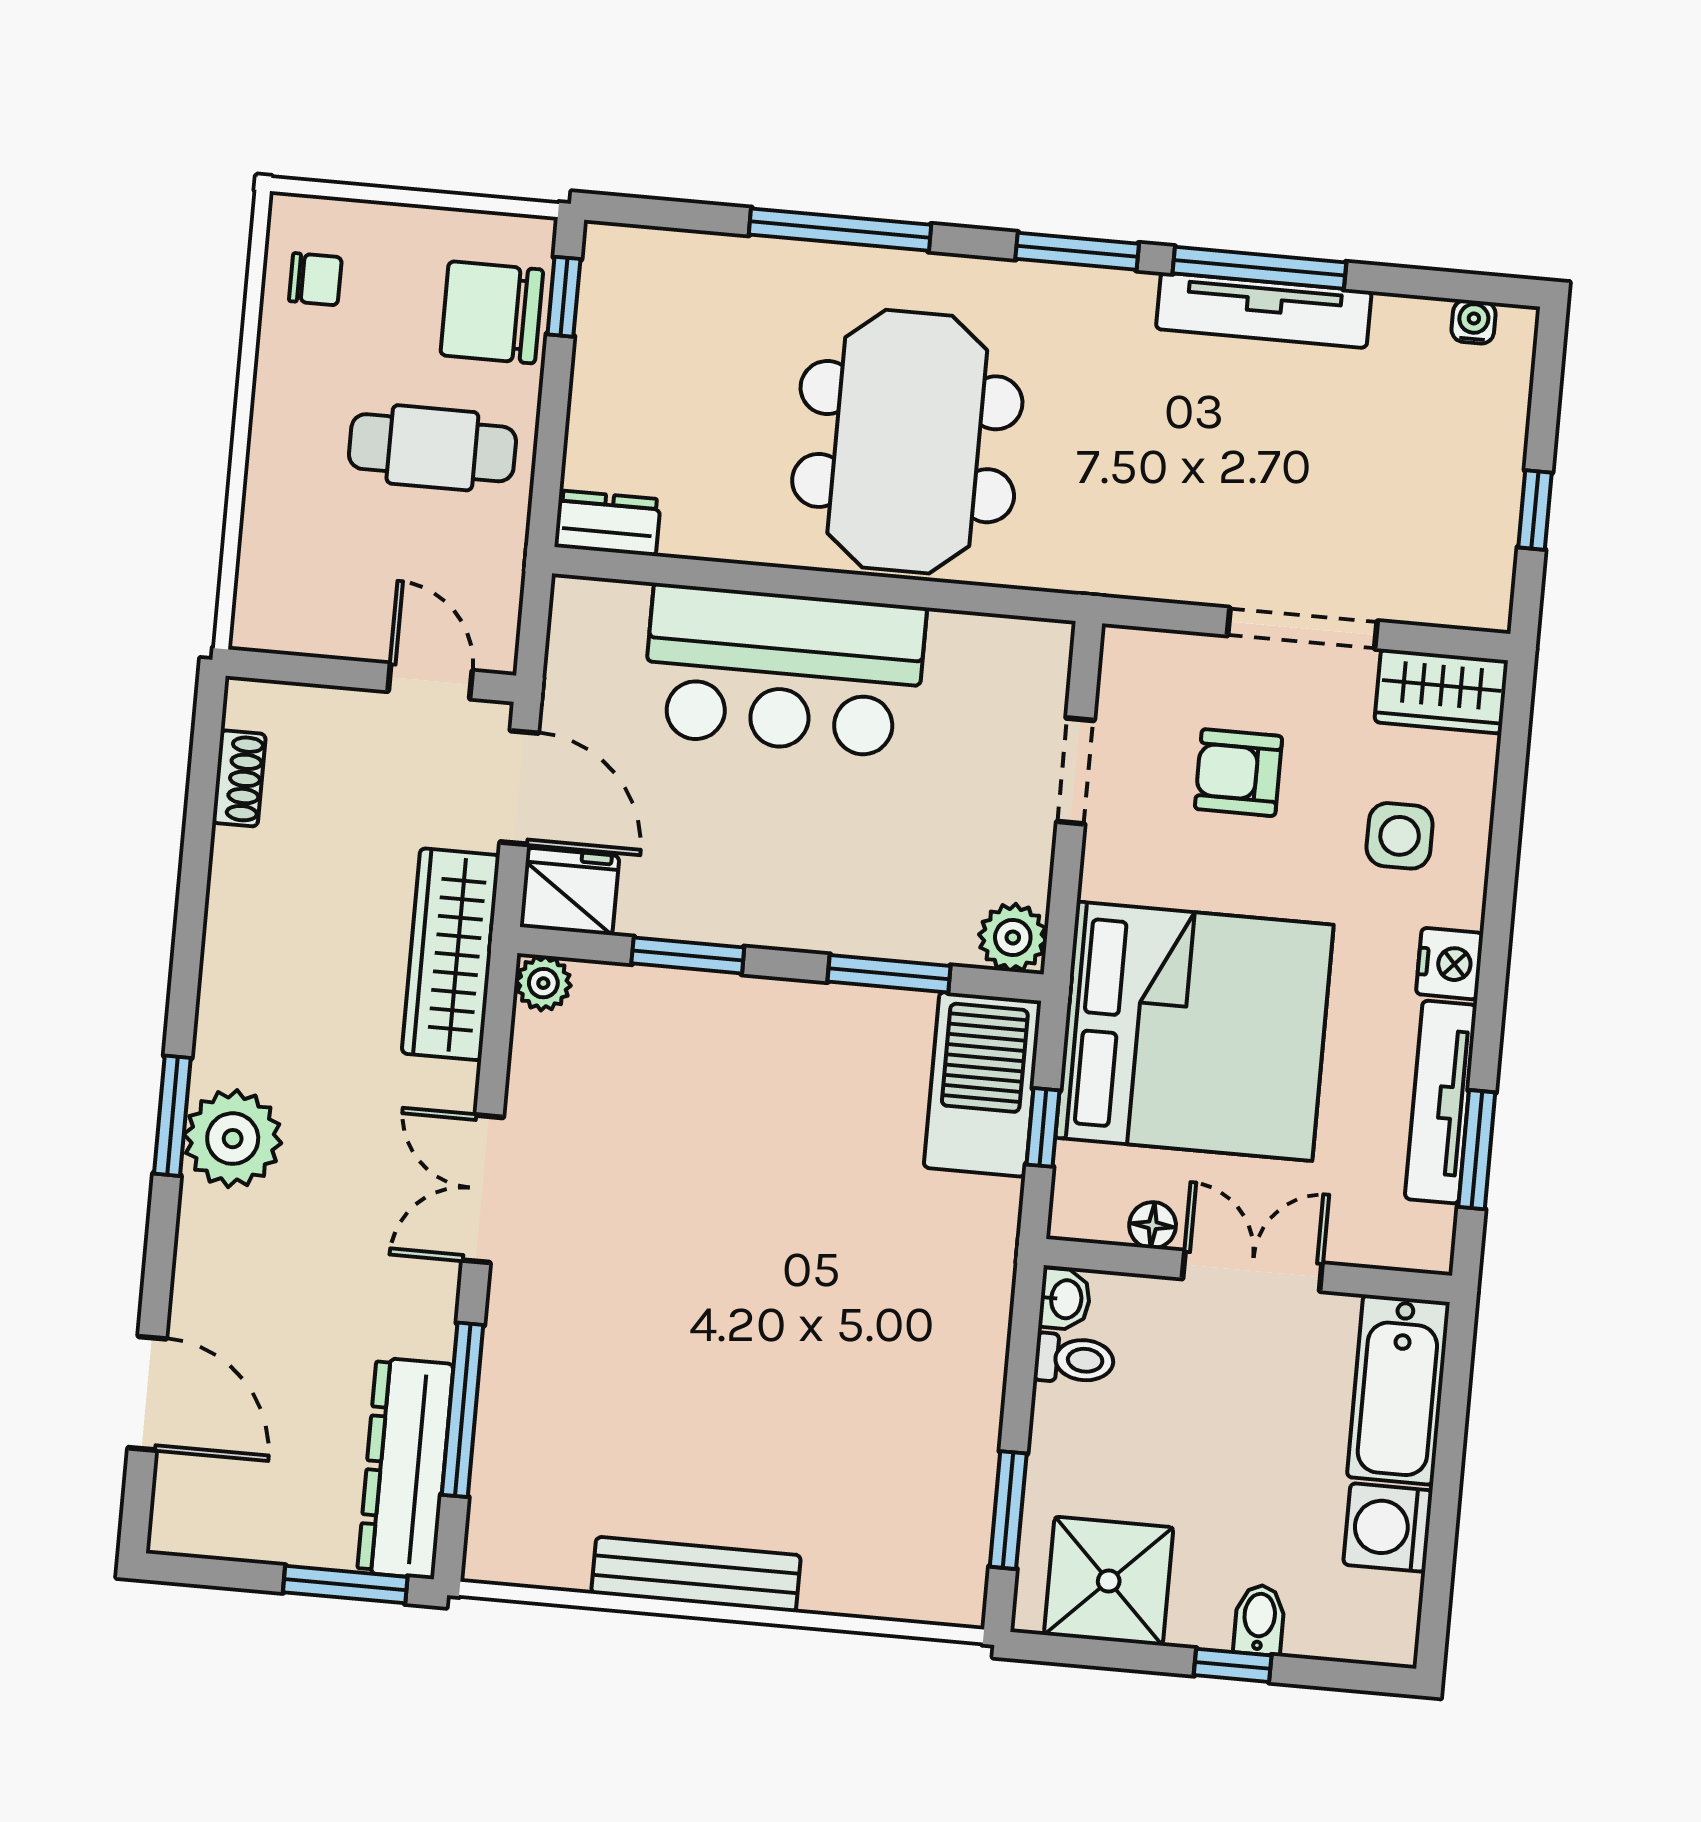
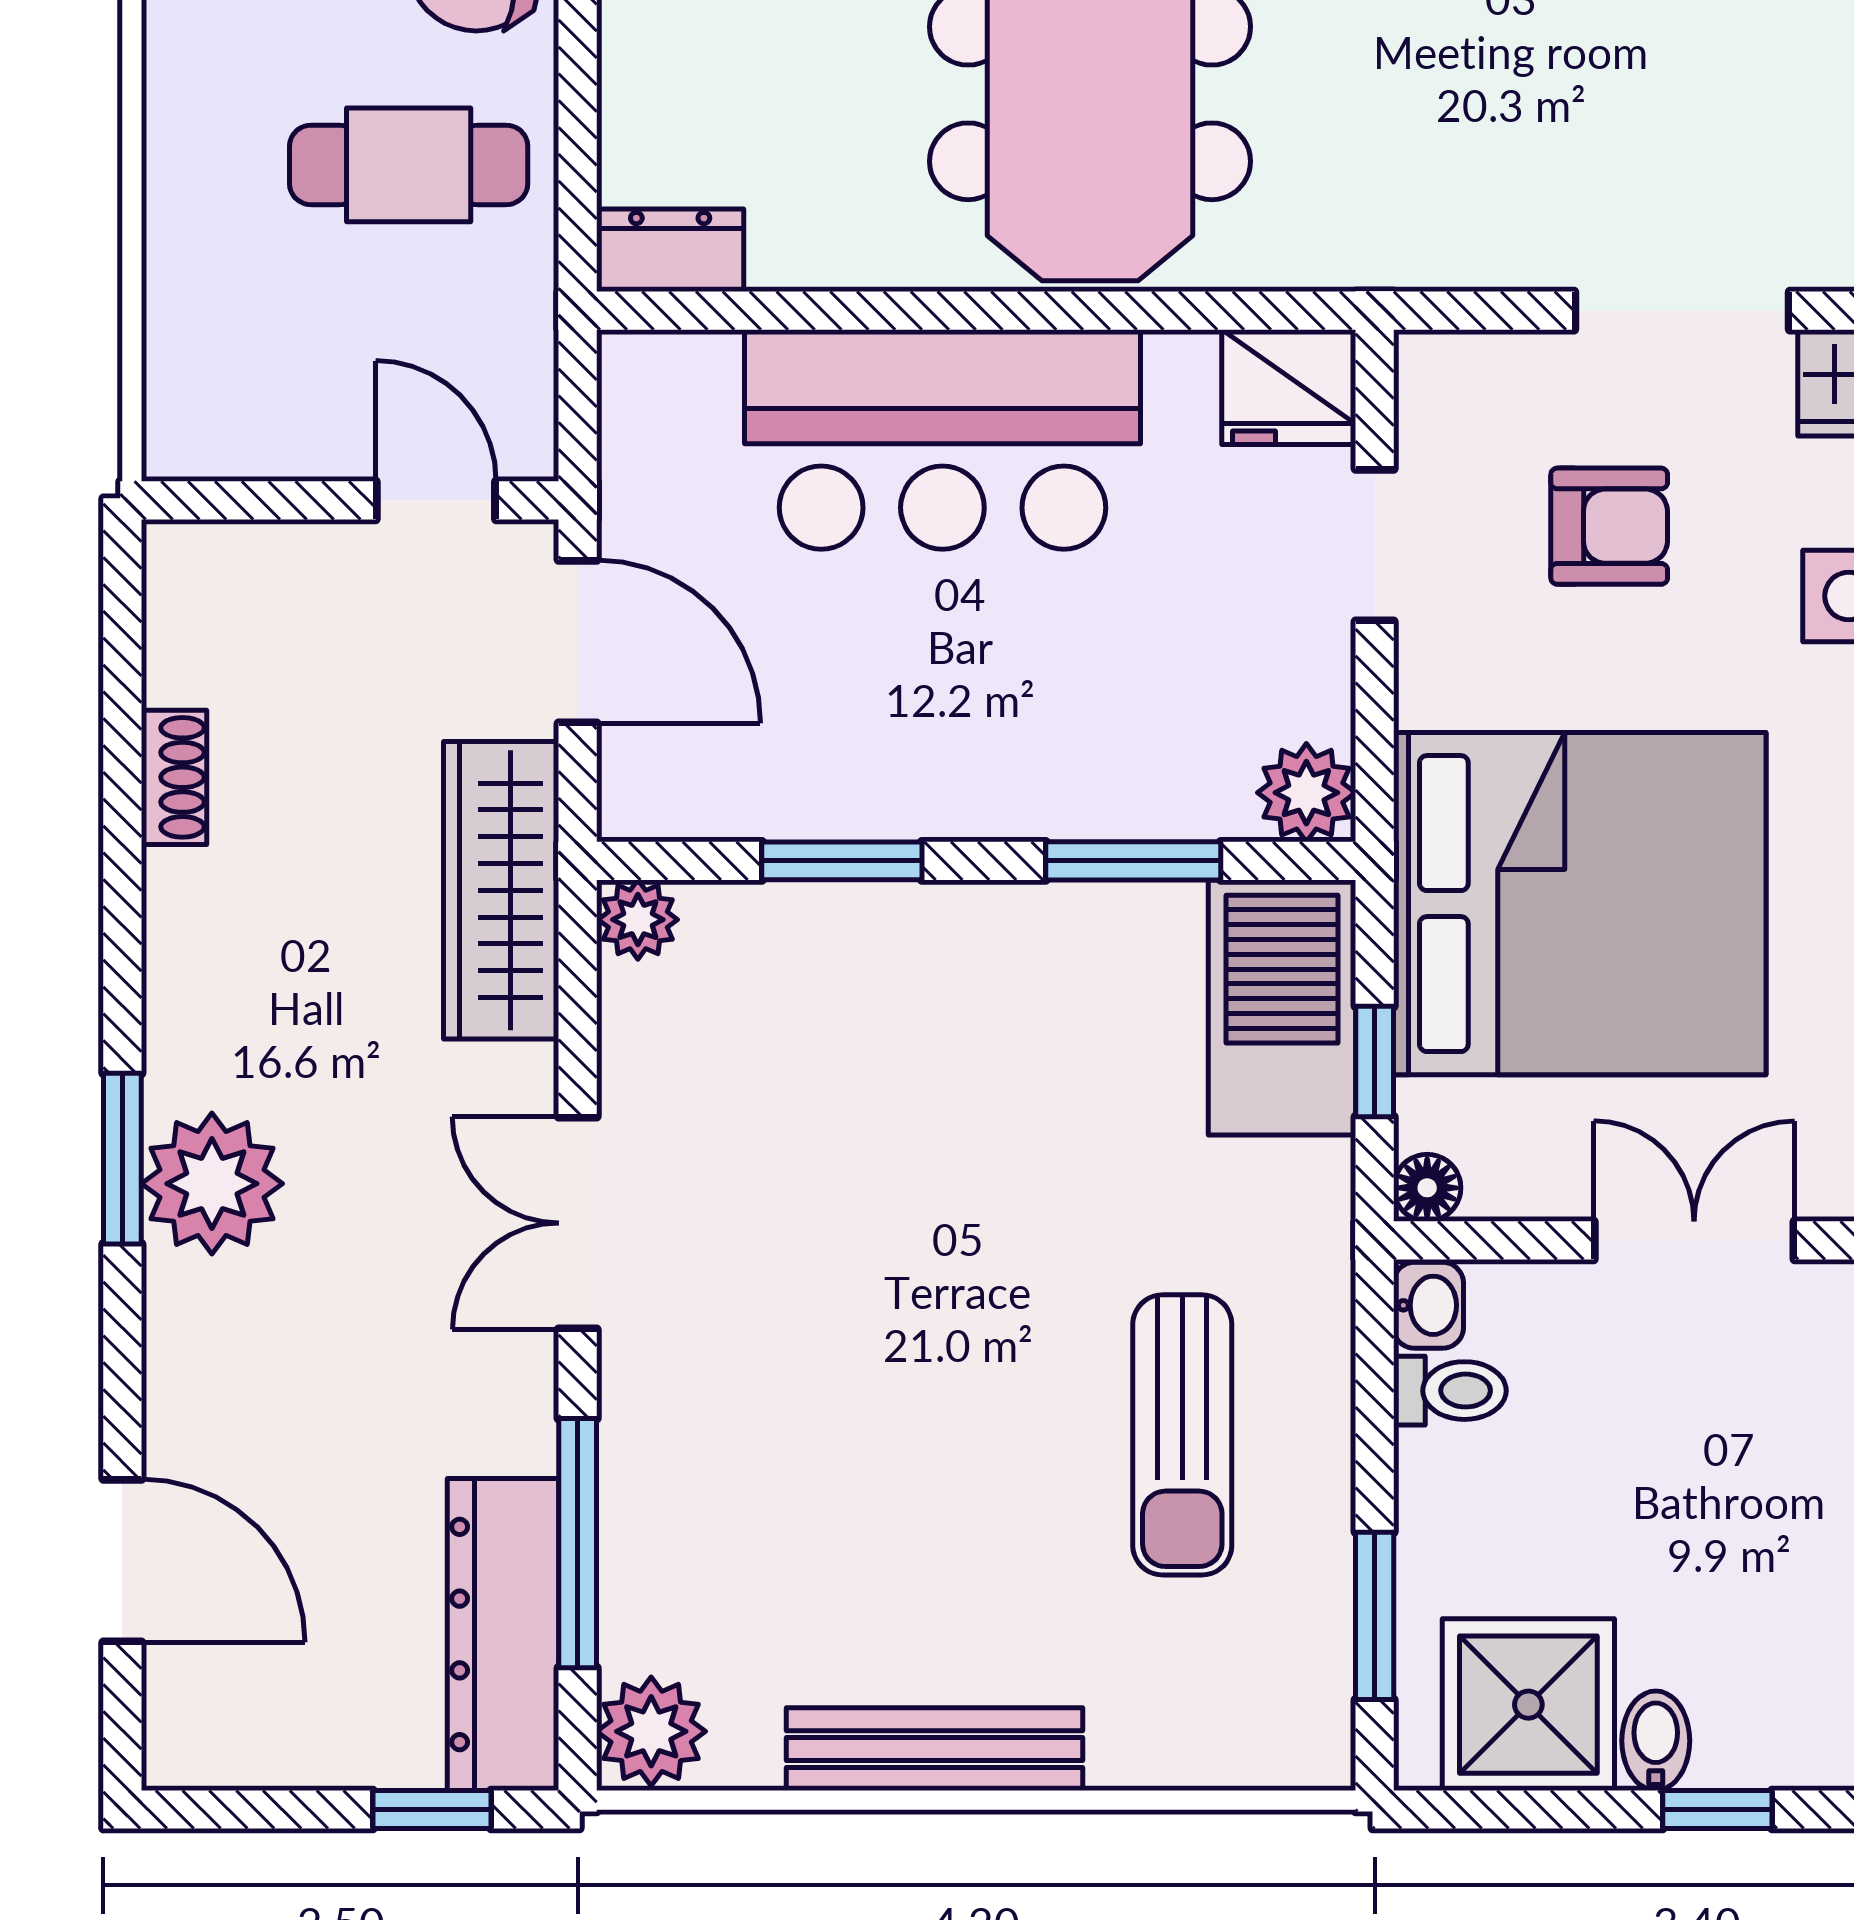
armchair: (1238, 773) -> (1609, 526), turned 180
shoe rack: (239, 778) -> (174, 777), moved
fridge: (570, 891) -> (1289, 387), moved, turned 180
floor lamp: (1153, 1225) -> (1427, 1188), moved
sun lounger: (887, 1373) -> (1182, 1435), added
plant: (501, 1544) -> (651, 1731), added
window: (345, 1585) -> (432, 1810), width x0.67
bidet: (1259, 1620) -> (1656, 1741), moved

